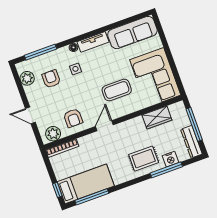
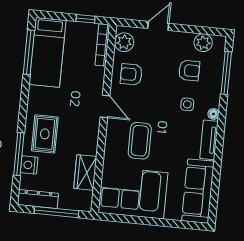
window: (57, 190) -> (86, 19), moved

